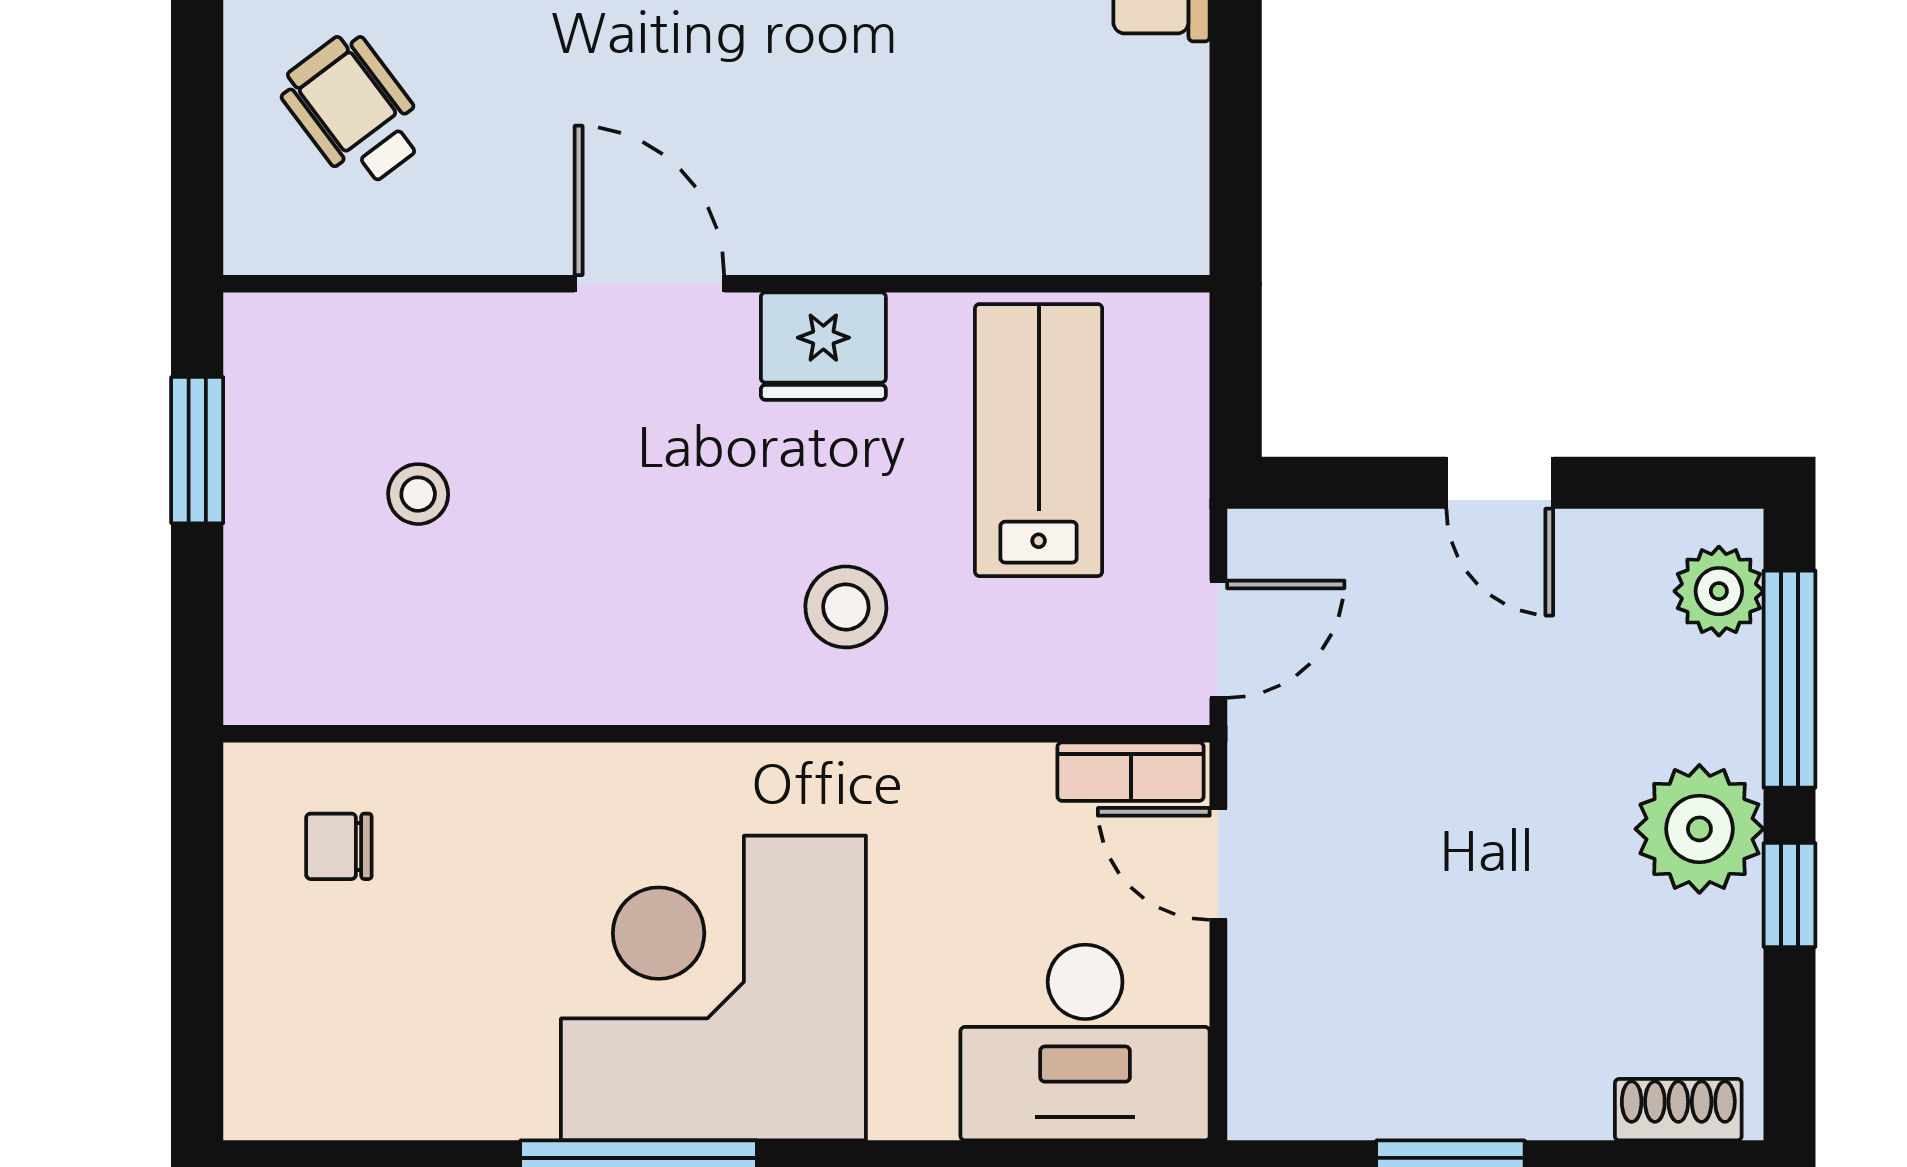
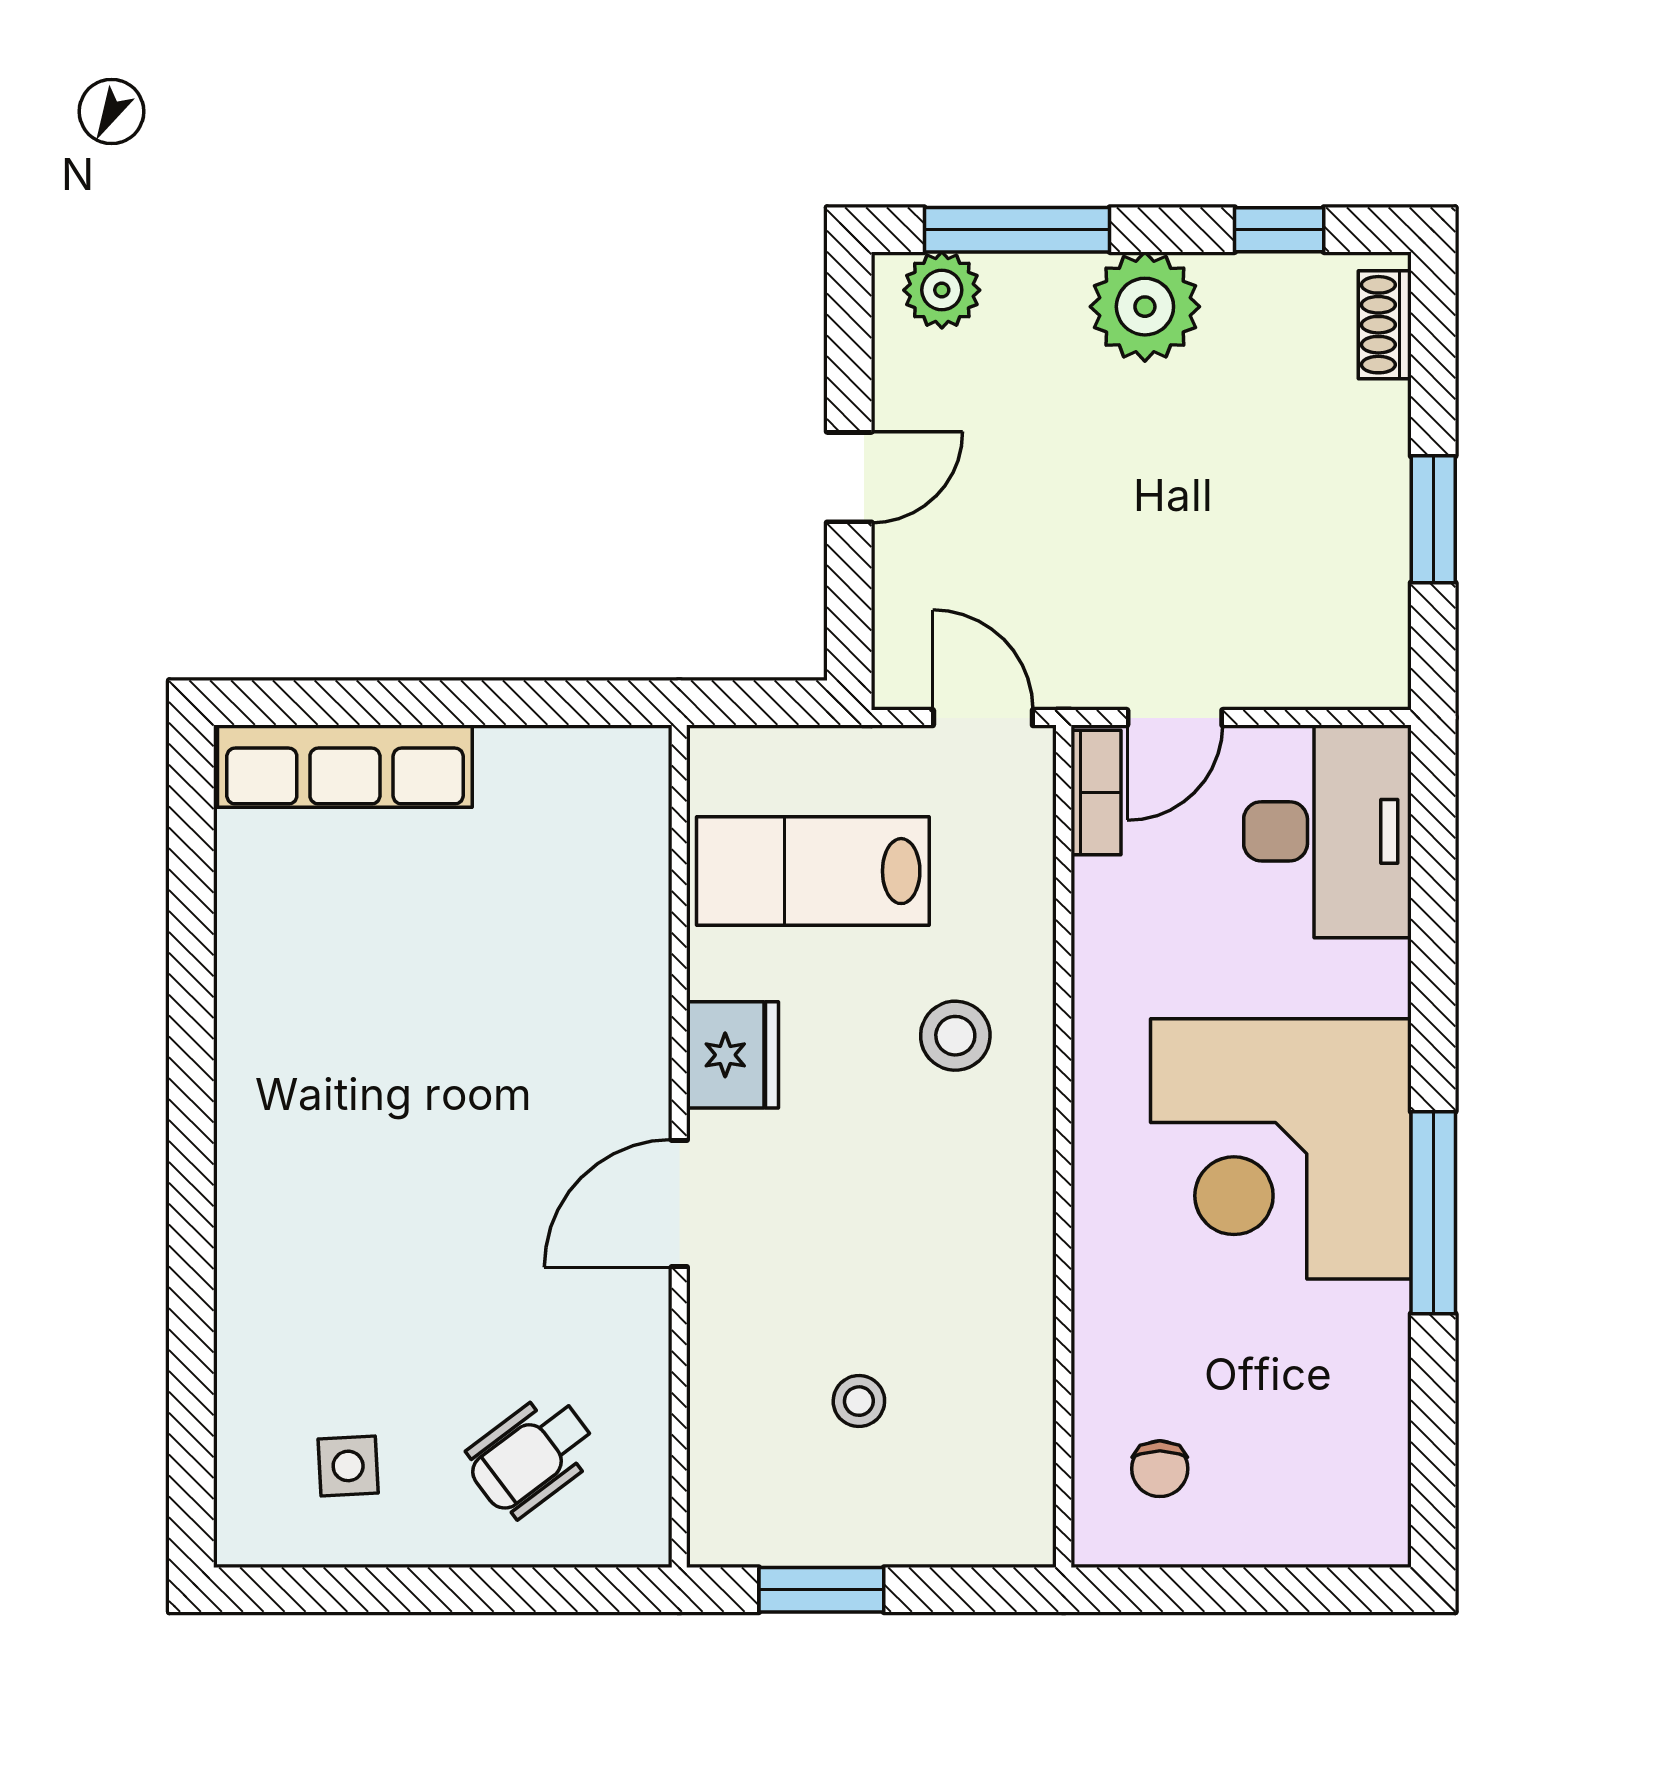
window: (1790, 895) -> (1279, 230), moved

